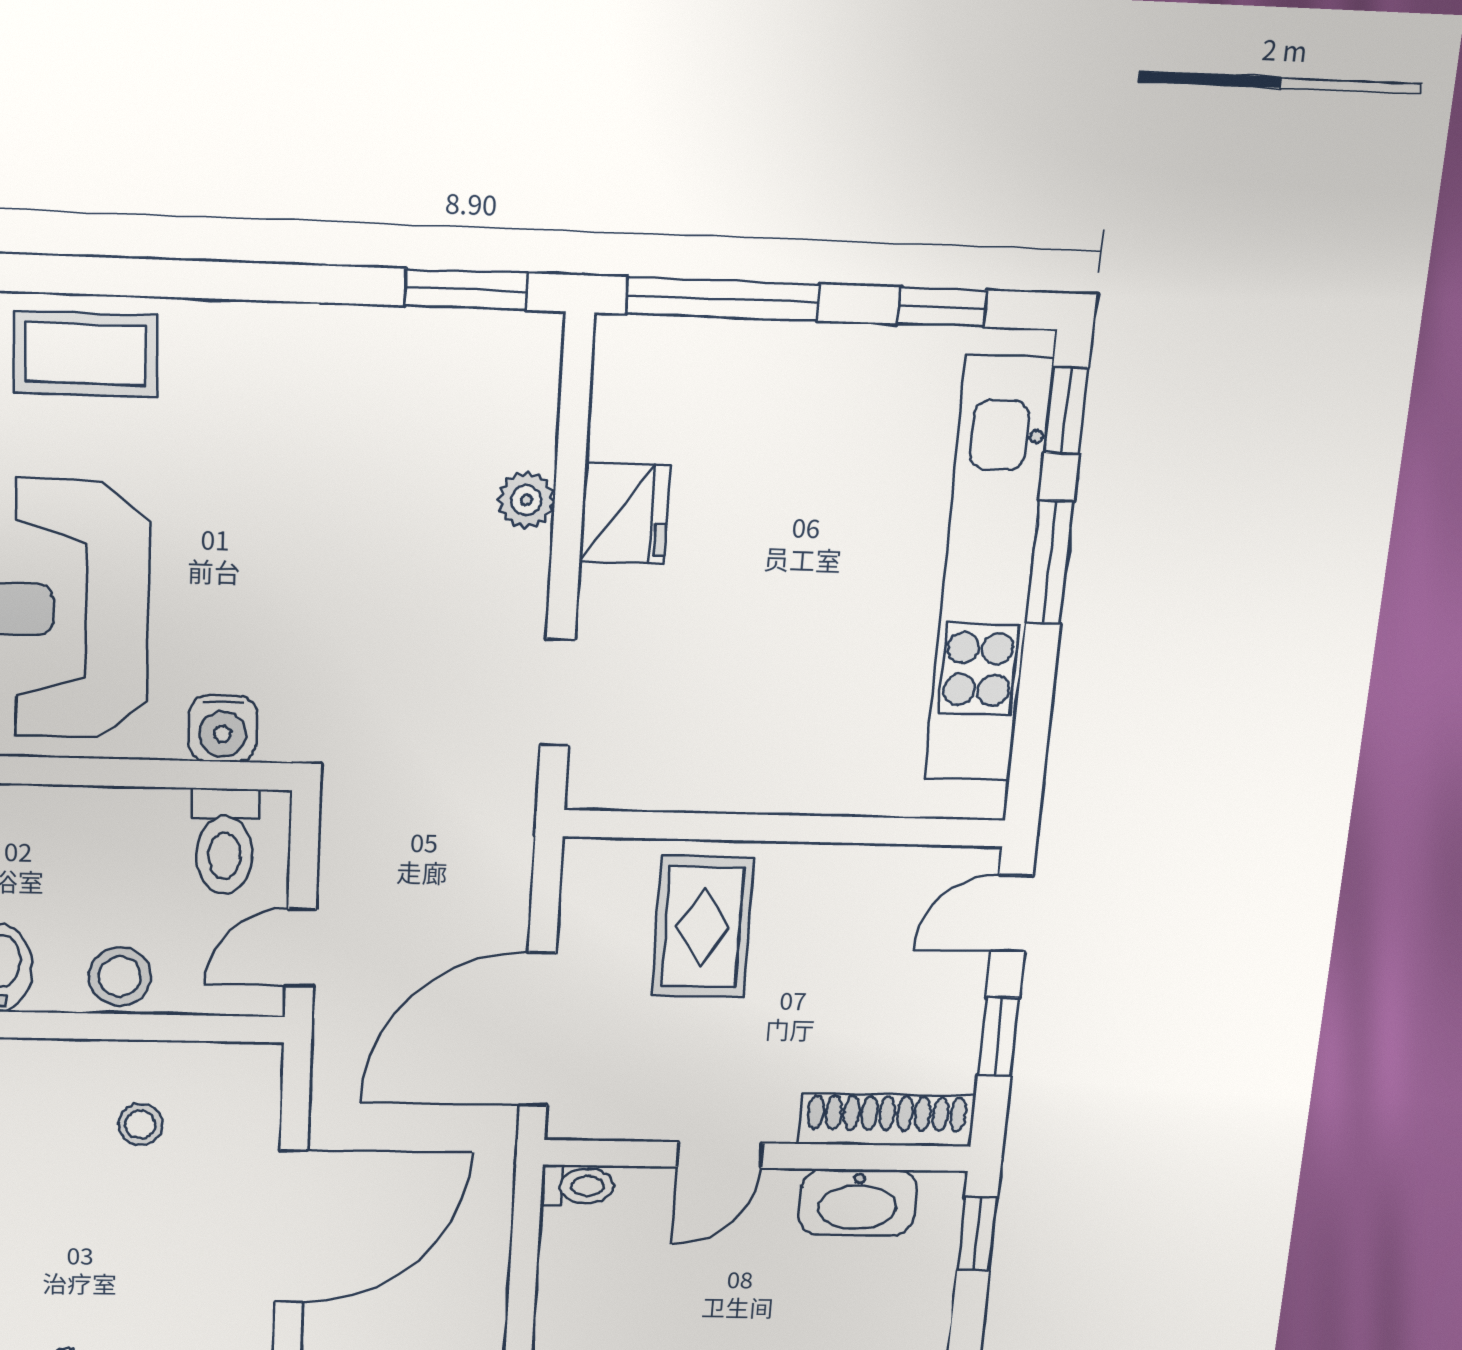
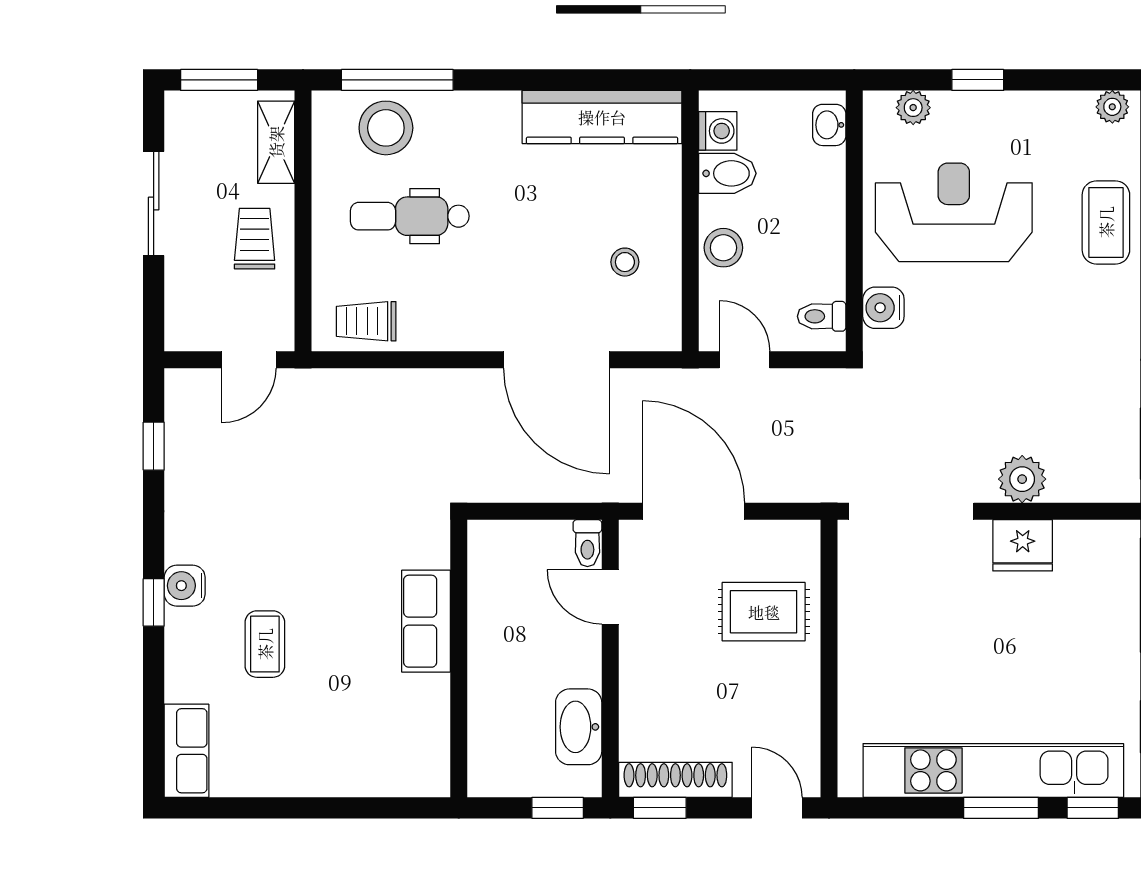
plant: (526, 500) -> (1022, 479), width x1.38, depth x1.38
doorway: (557, 693) -> (911, 511), width x1.88
toilet: (225, 841) -> (822, 316), width x0.73, depth x0.72
window: (998, 1037) -> (660, 808), moved
shoe rack: (887, 1120) -> (675, 780), moved, turned -90
door: (720, 1155) -> (610, 597), moved

